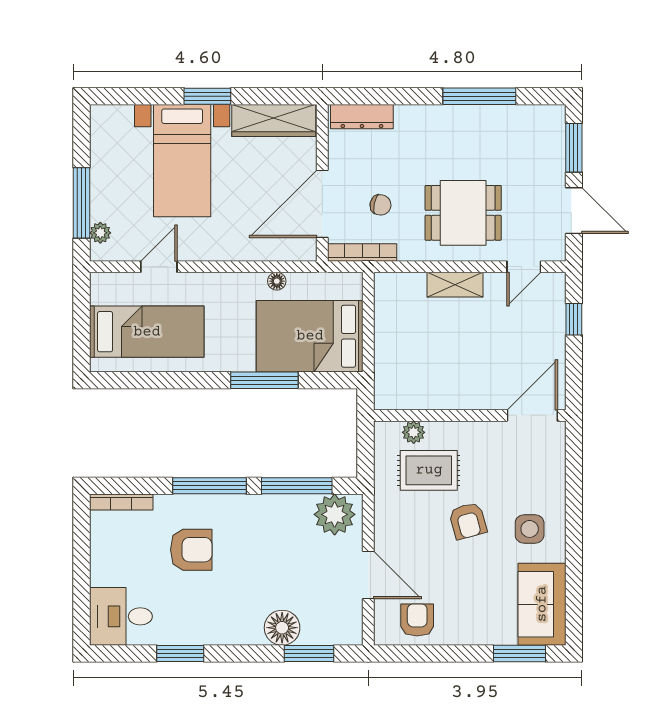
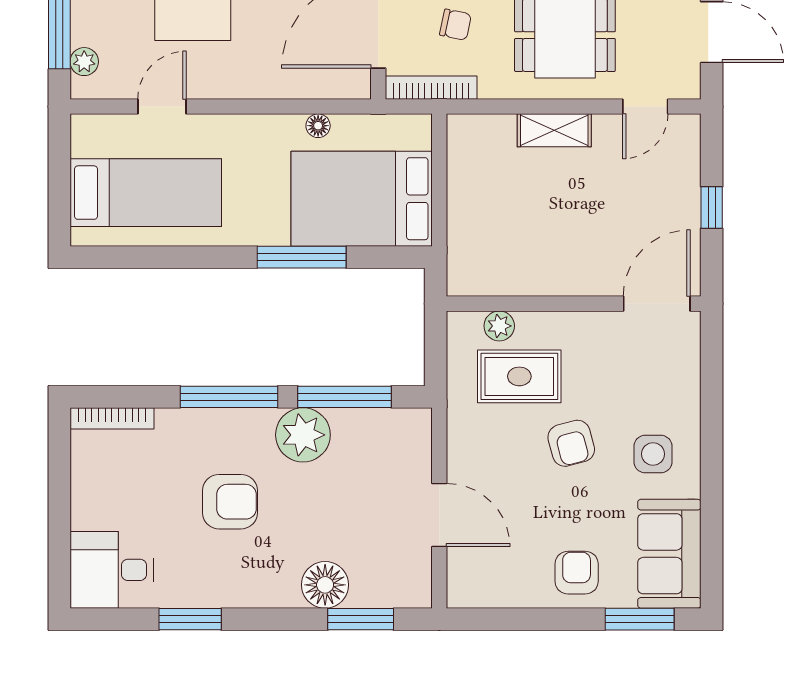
window: (574, 319) -> (712, 208), moved
plant: (335, 514) -> (303, 435), moved
armchair: (191, 550) -> (230, 502), moved
armchair: (417, 620) -> (577, 573), moved

